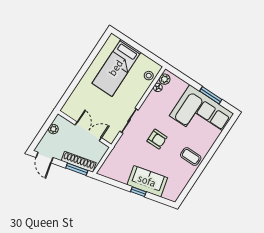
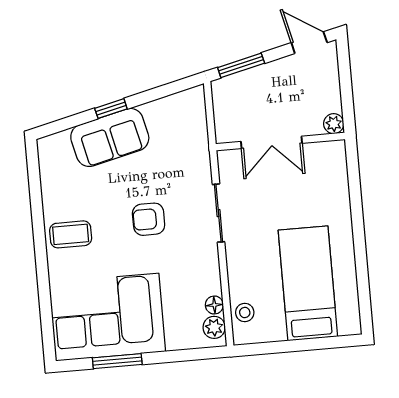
plant: (53, 129) -> (334, 124), moved
shoe rack: (79, 162) -> (248, 80), removed

